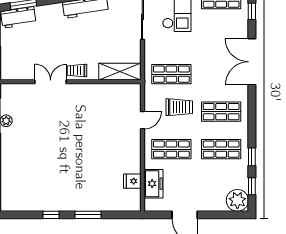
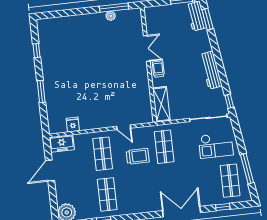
trolley: (179, 107) -> (138, 156), turned -90
shop shelf: (221, 112) -> (138, 191), removed
freezer: (153, 184) -> (62, 143), moved
window: (51, 215) -> (37, 51), moved

